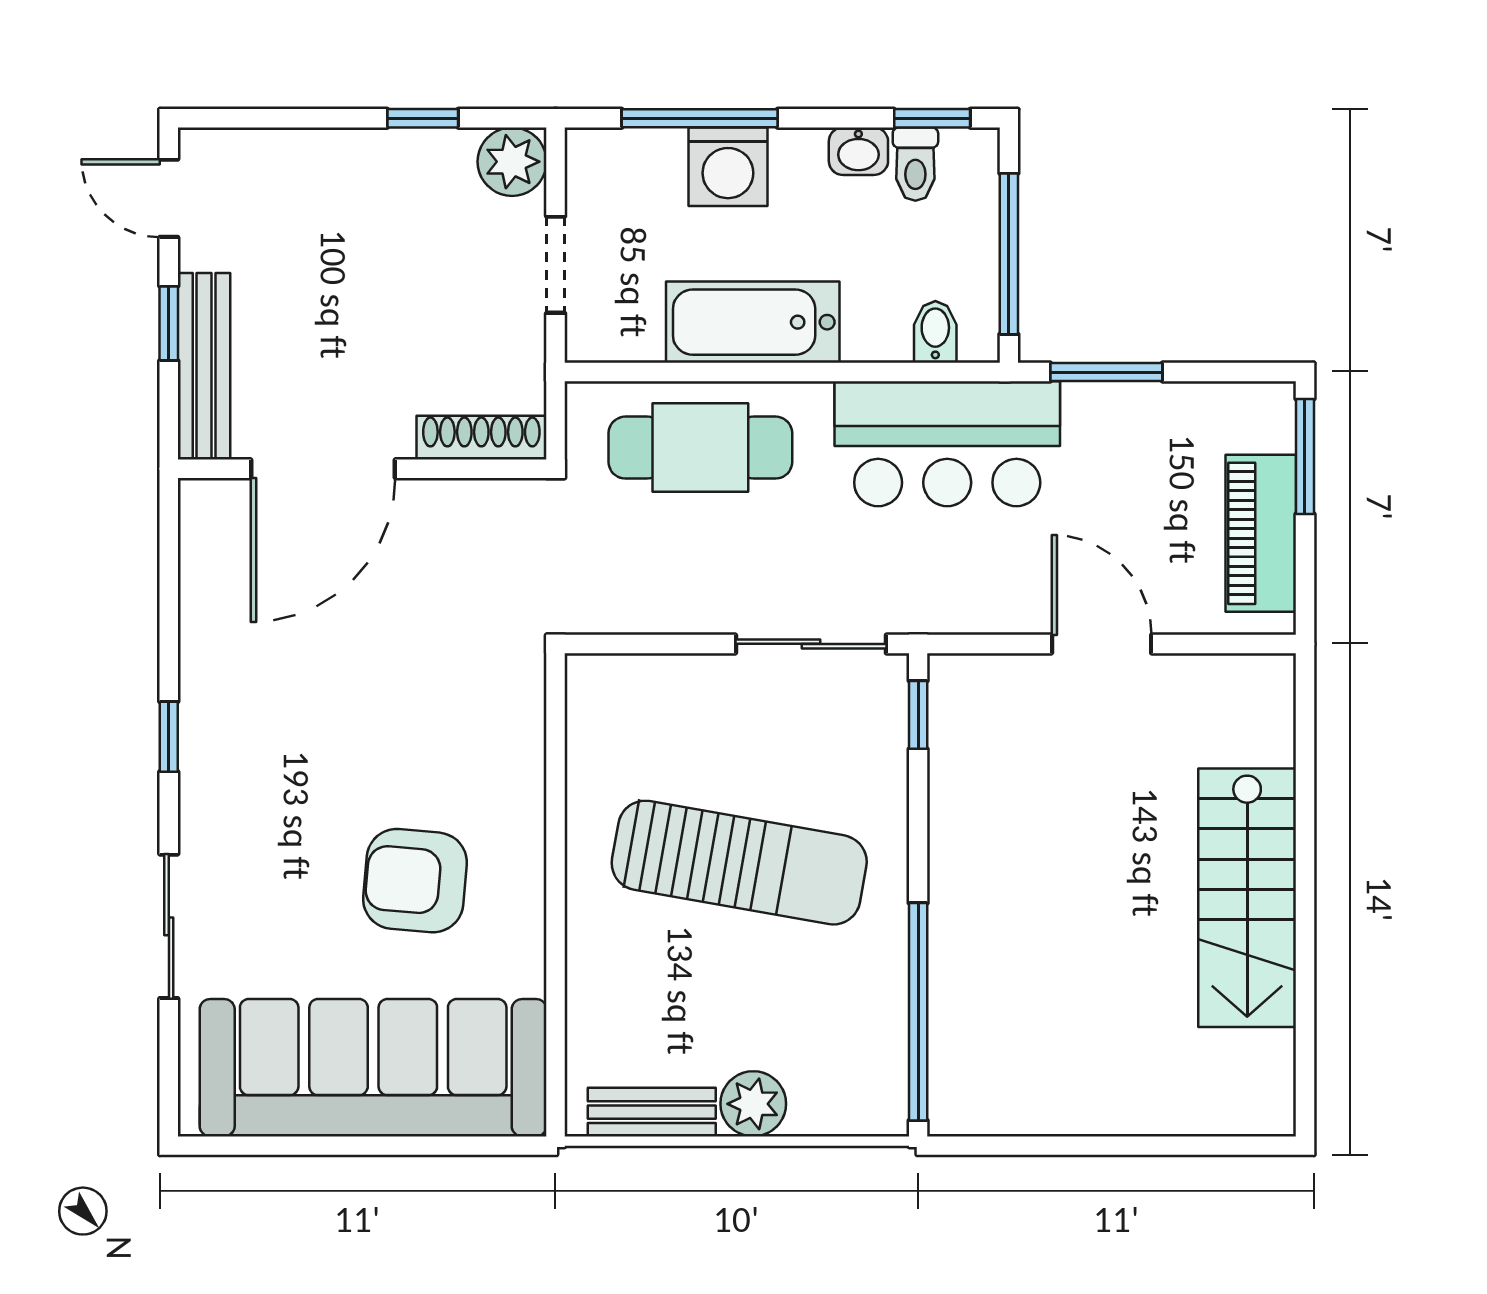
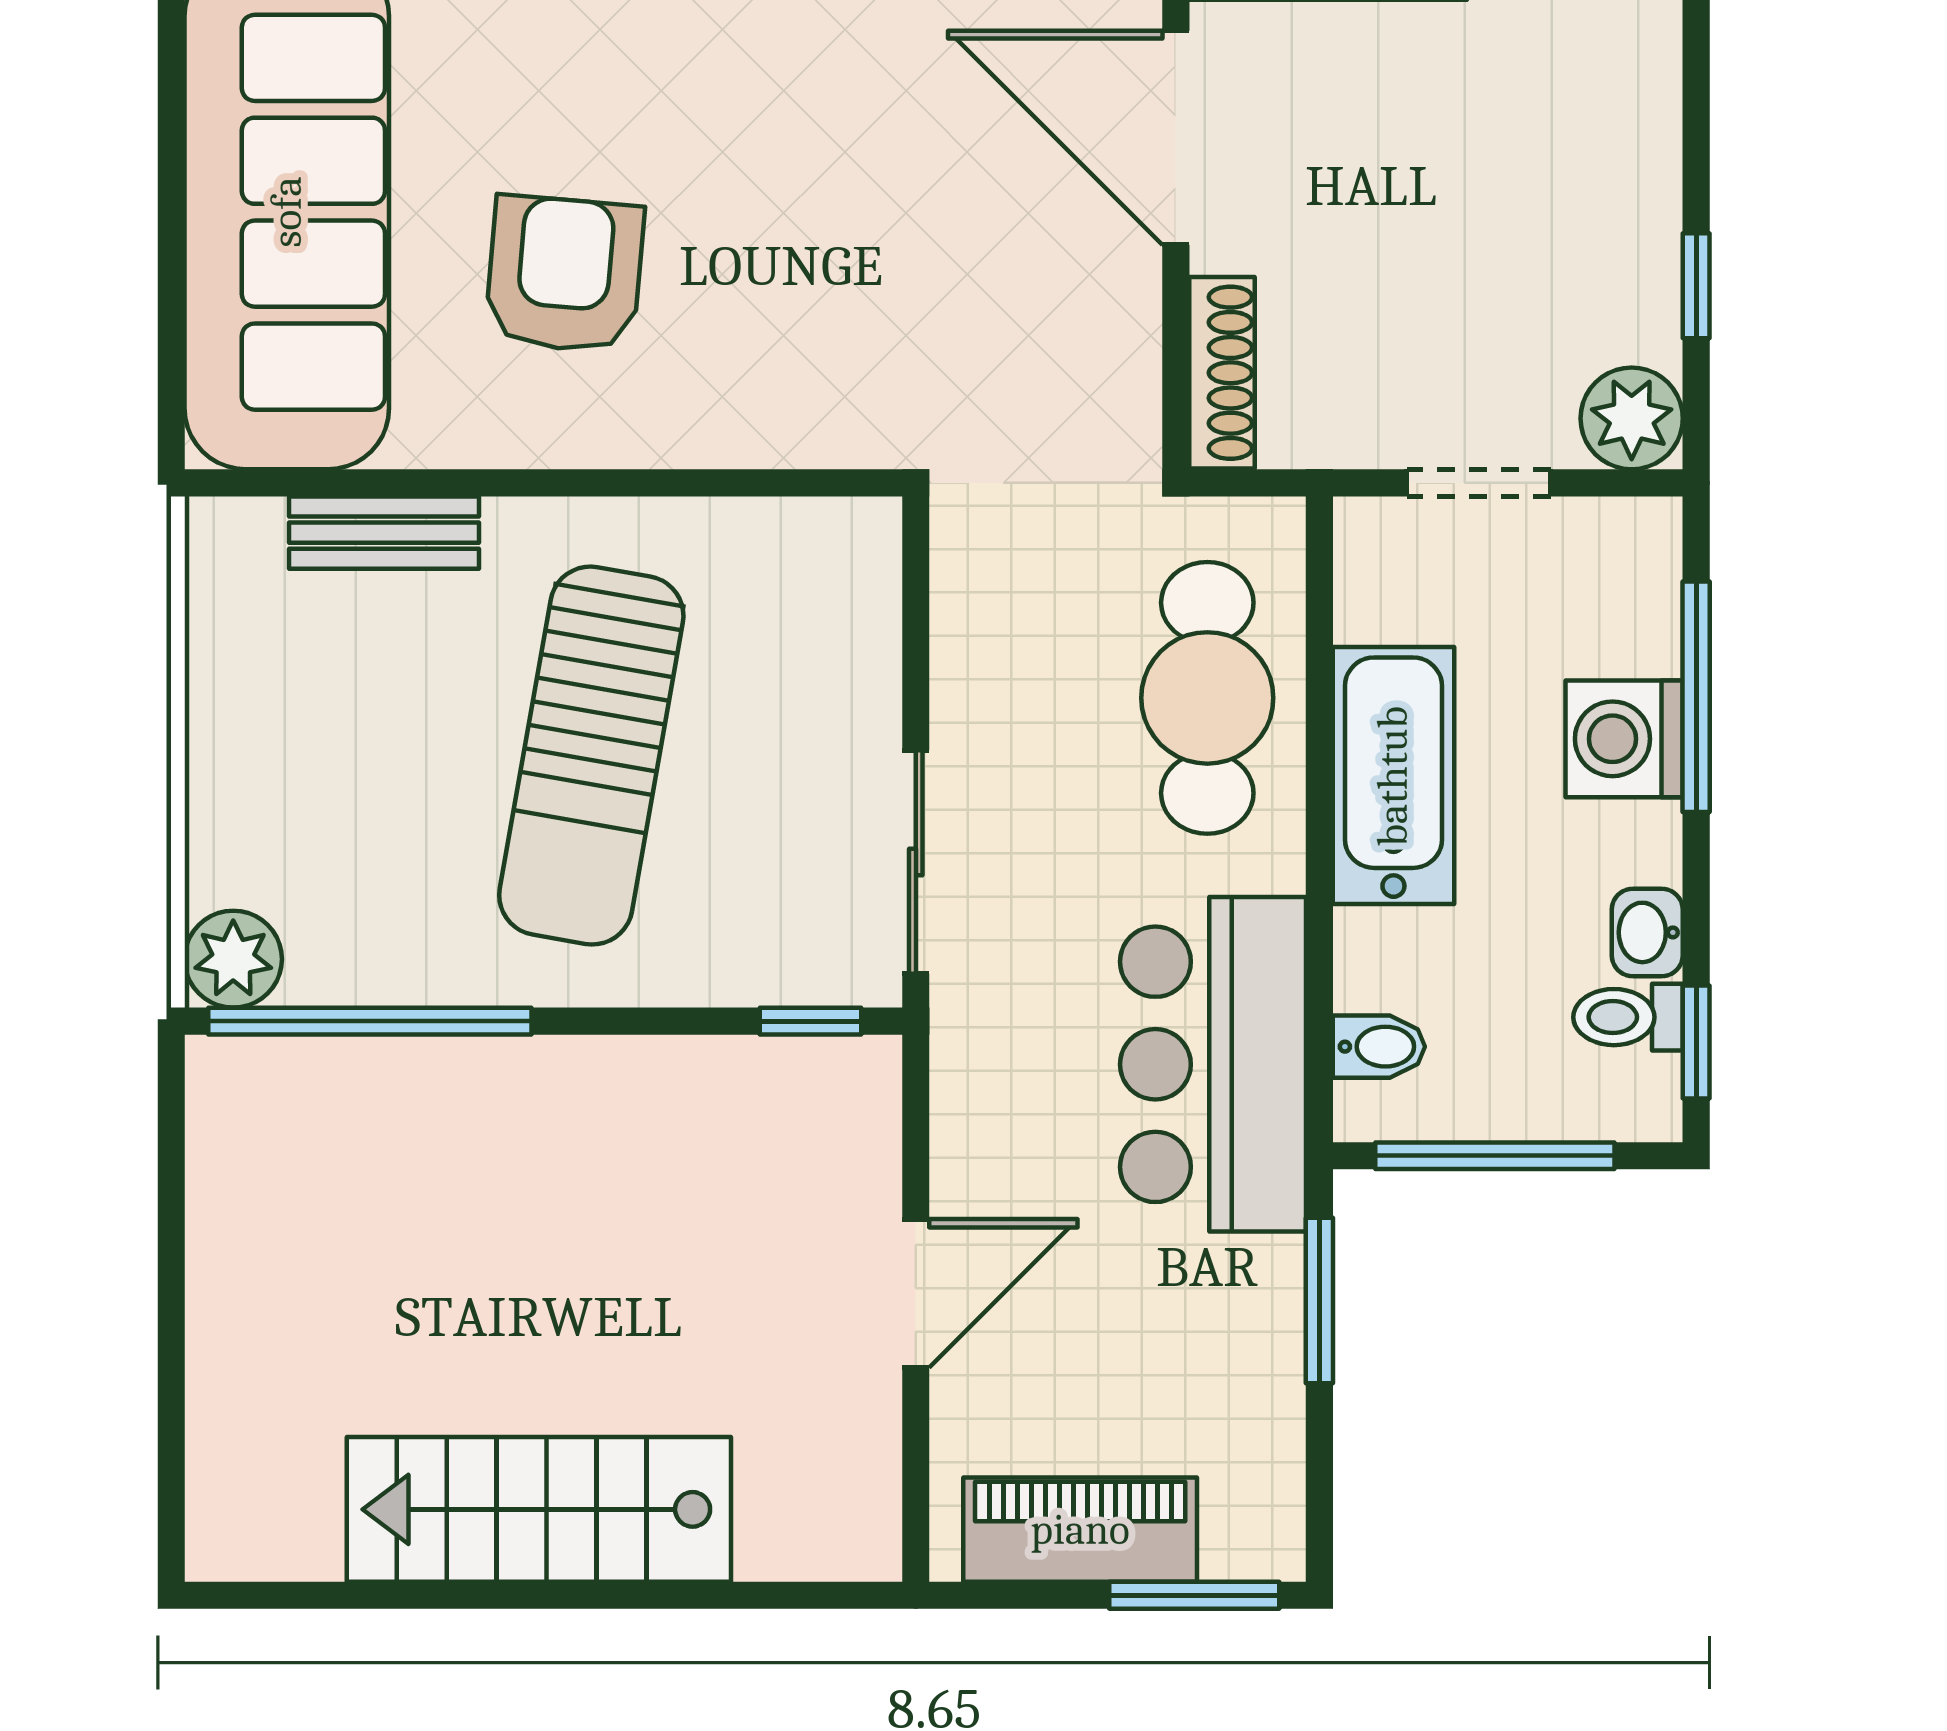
plant: (753, 1104) -> (233, 959), moved
bench: (652, 1112) -> (384, 533), moved, turned 90

